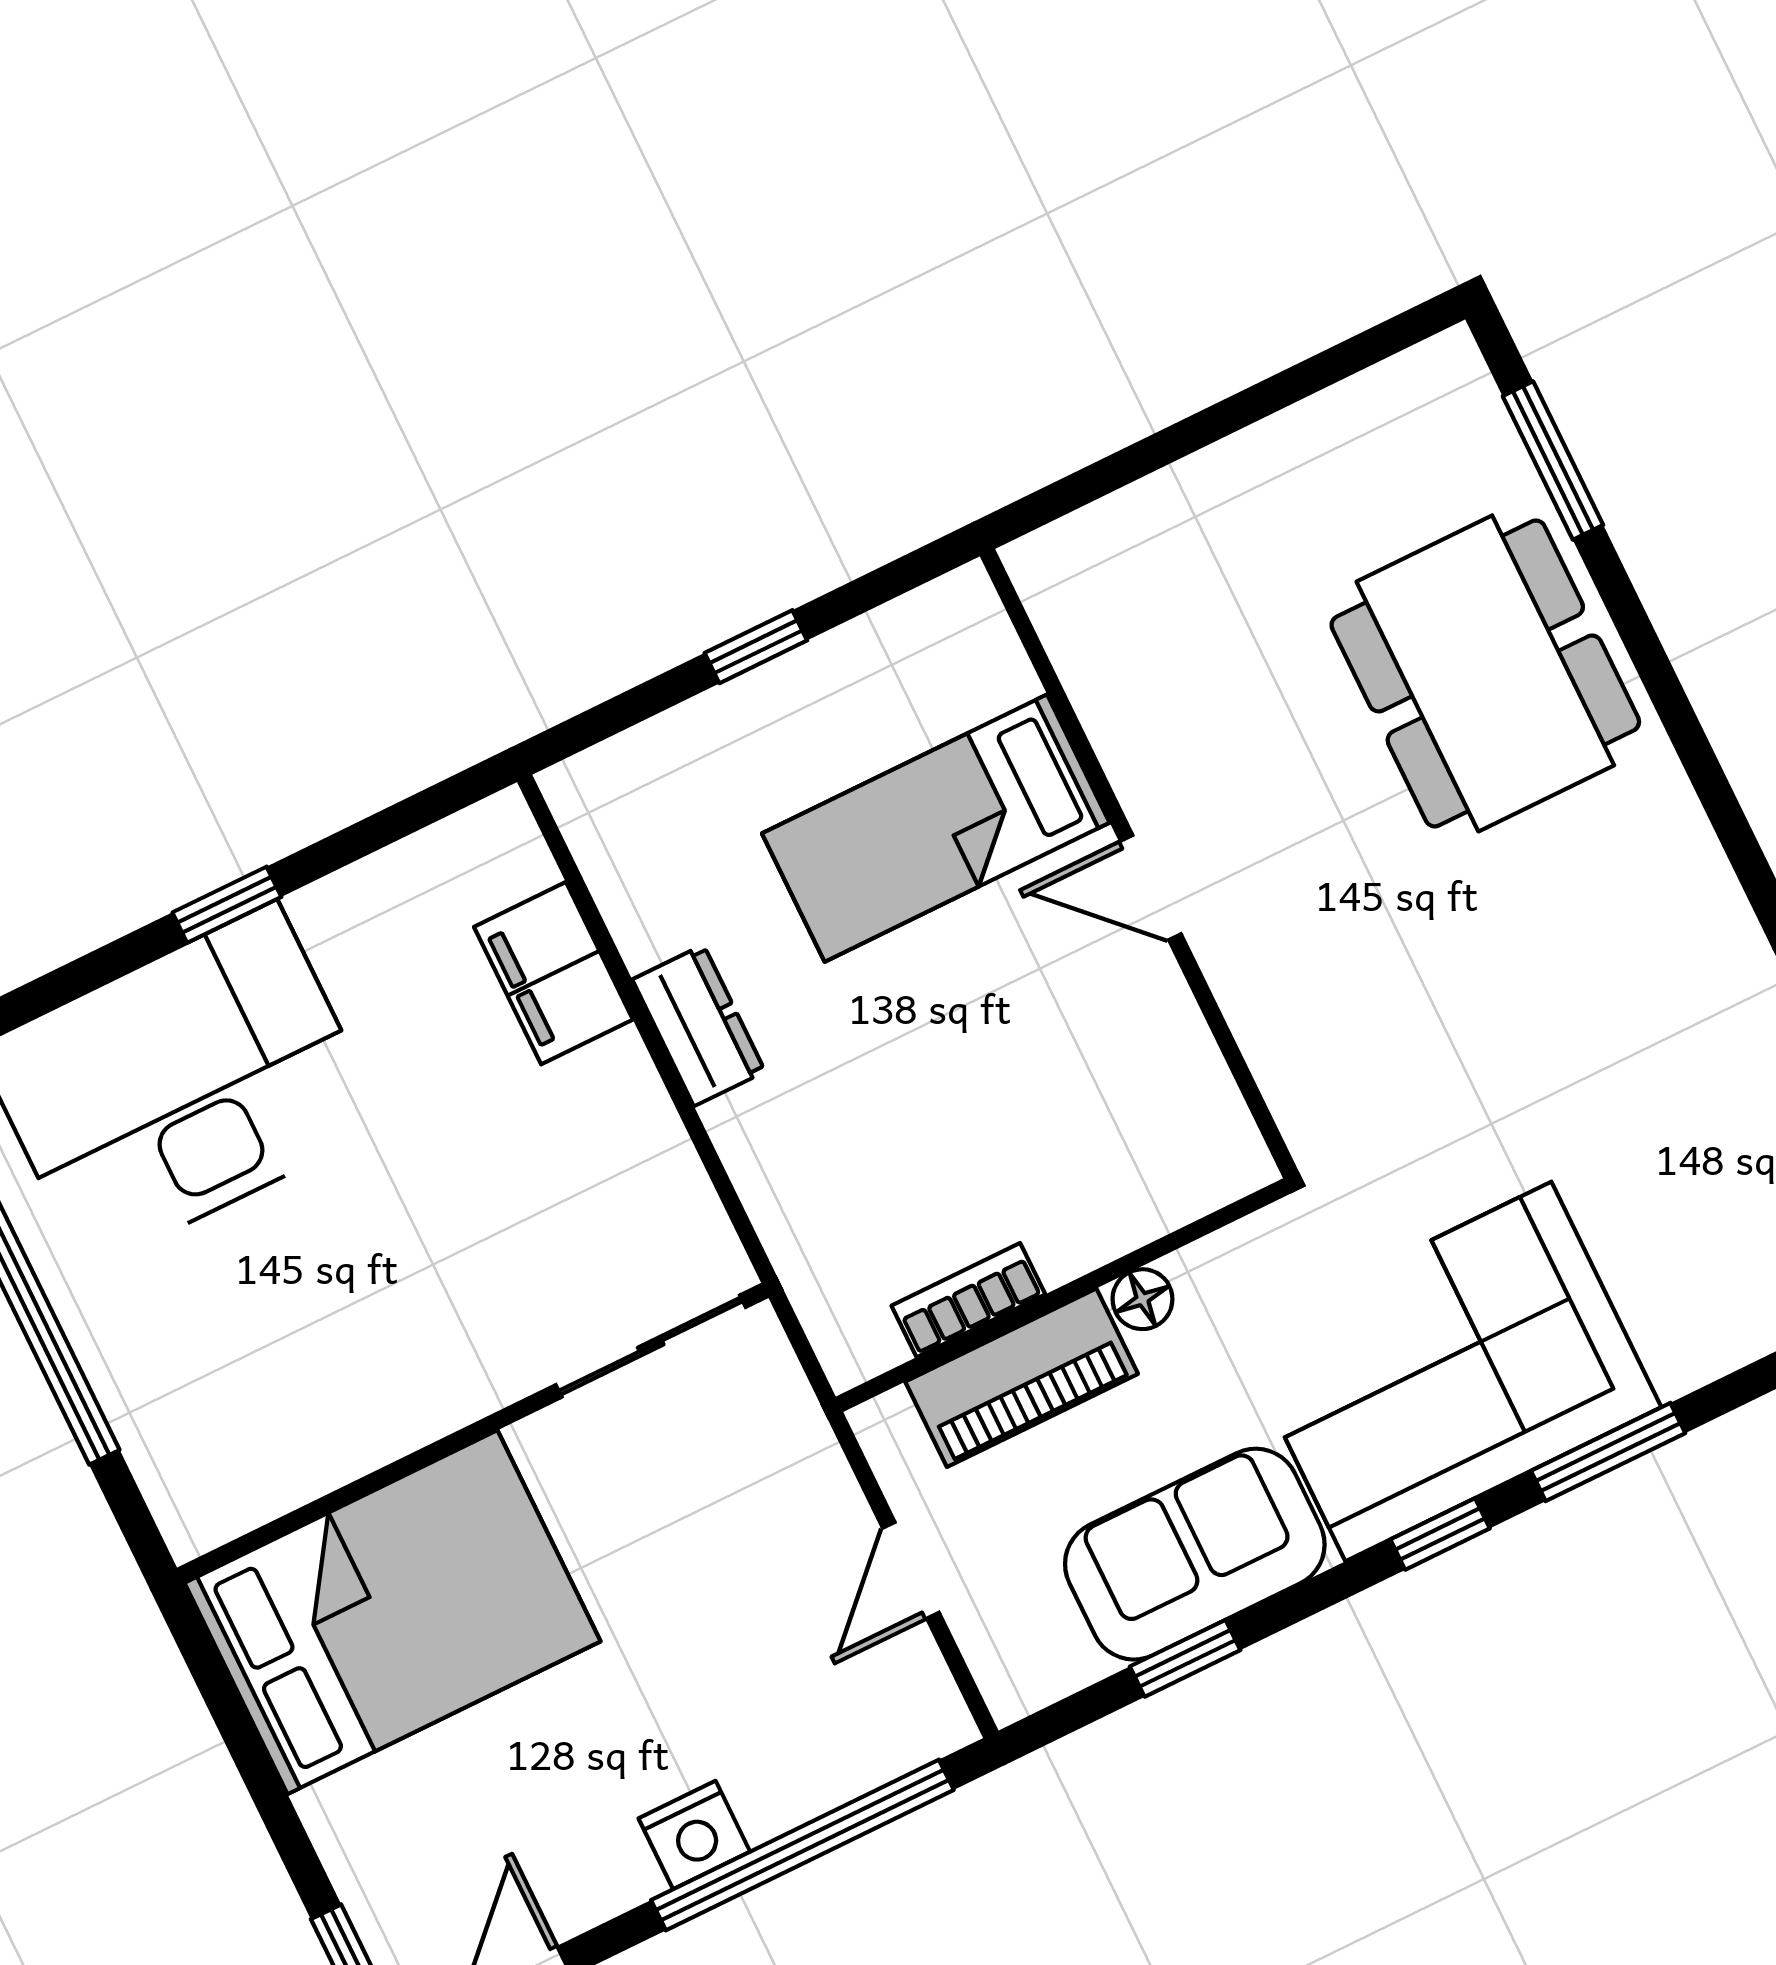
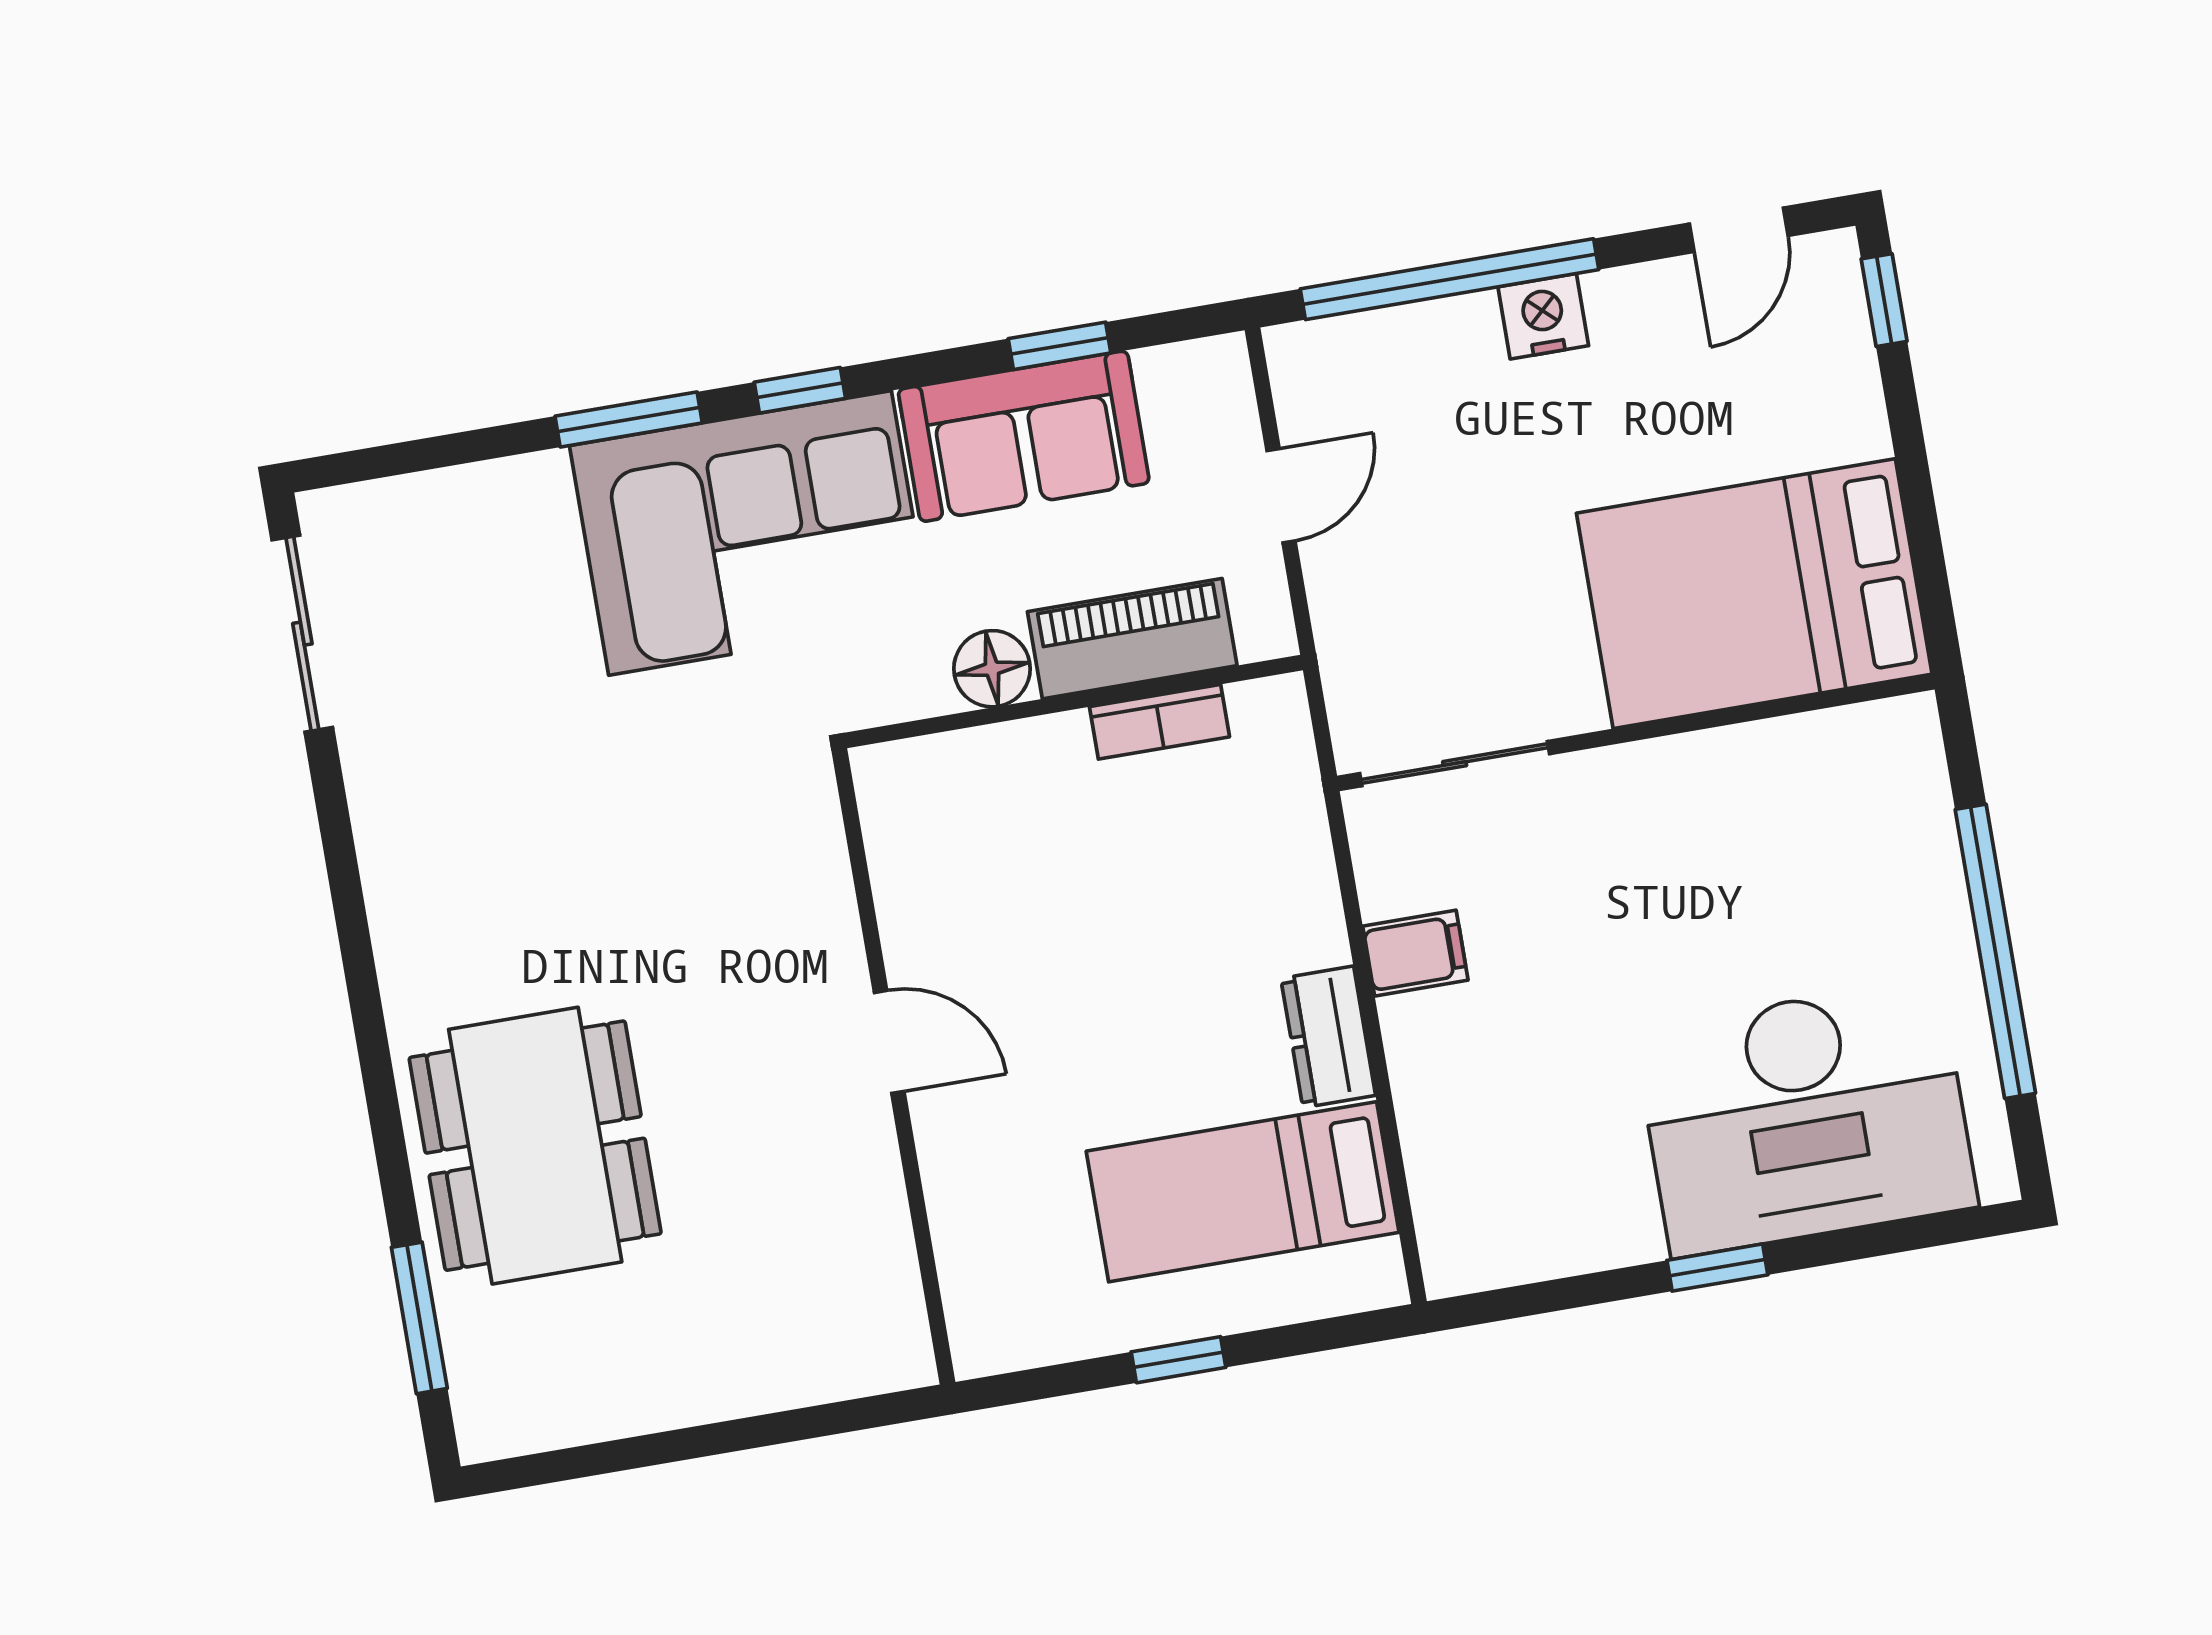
bed: (936, 828) -> (1243, 1192), moved, turned 180
filing cabinet: (553, 973) -> (1415, 953), moved, width x0.50
floor lamp: (1142, 1299) -> (992, 669), width x1.37, depth x1.37

